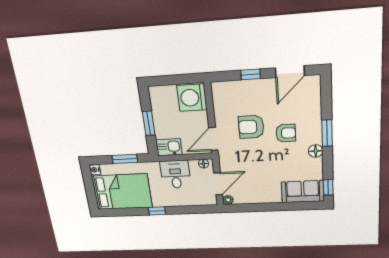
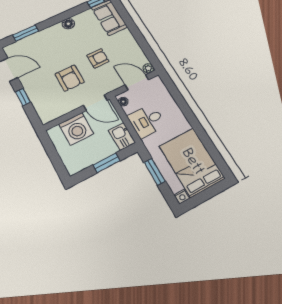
washing machine: (192, 98) -> (76, 129), moved
armchair: (286, 133) -> (98, 58), moved, turned 90
window: (327, 133) -> (26, 33), moved
window: (157, 211) -> (195, 123), removed

